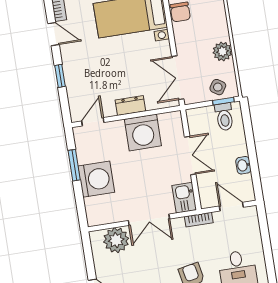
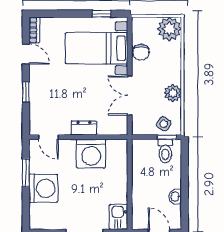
double door: (178, 78) -> (130, 95), moved
door: (93, 122) -> (48, 137), swing flipped
double door: (190, 155) -> (130, 180), removed

